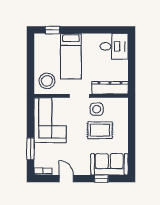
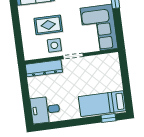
bed: (71, 56) -> (102, 104), moved, turned -90
stool: (47, 81) -> (107, 67), removed

